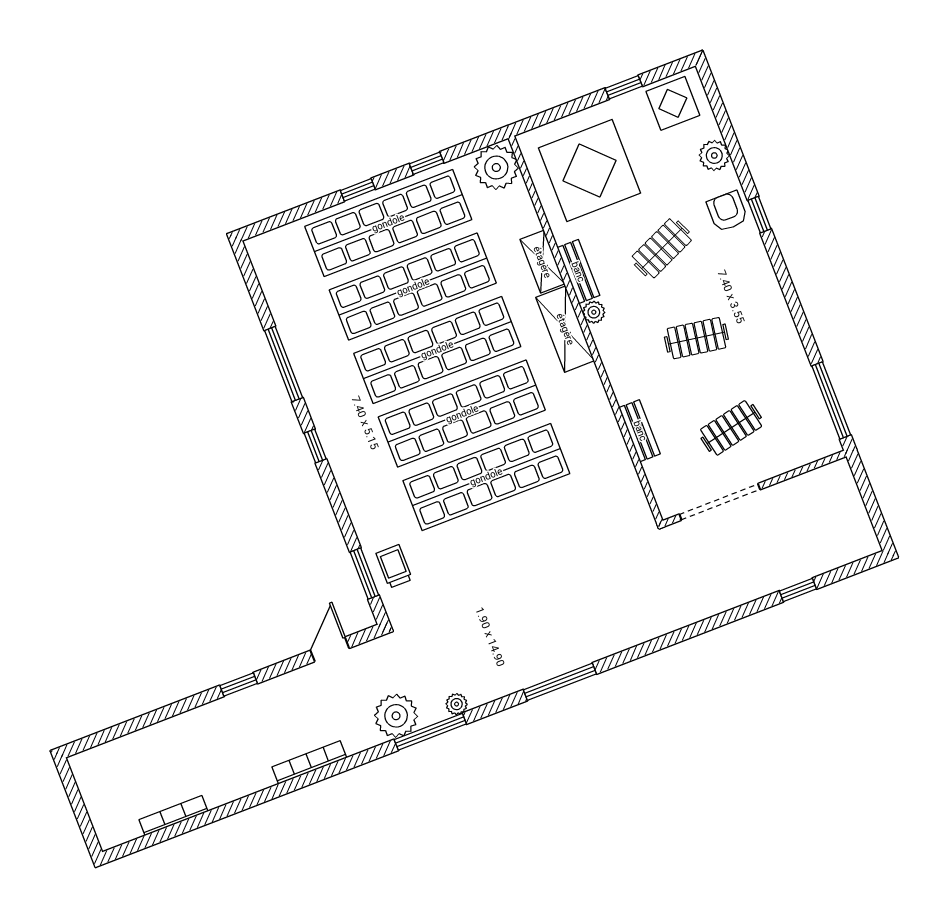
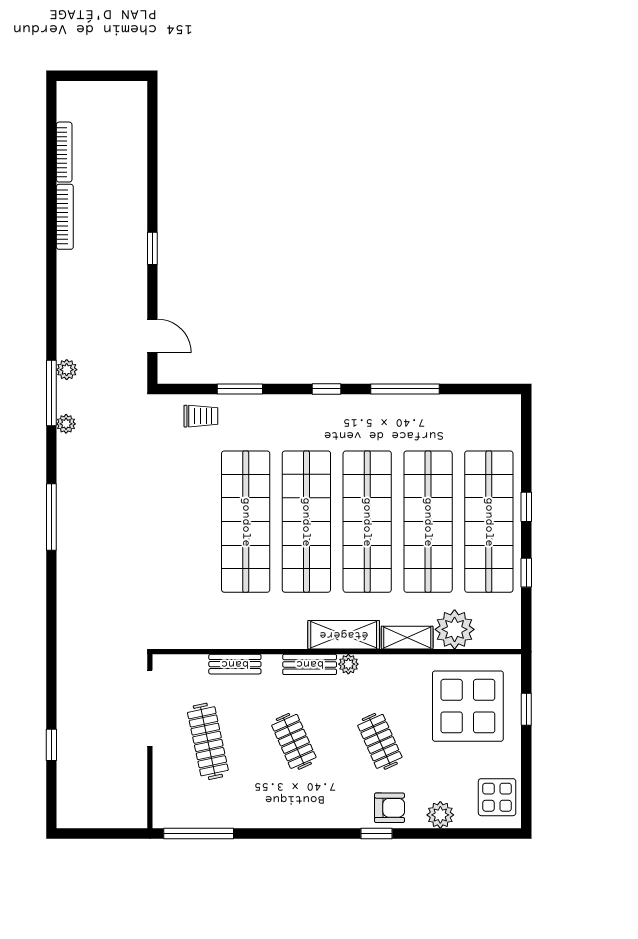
window: (624, 87) -> (526, 709), moved
plant: (496, 168) -> (455, 629), moved
bench: (578, 272) -> (310, 664), moved
clothes rail: (696, 338) -> (294, 741), turned -33
clothes rail: (731, 428) -> (208, 741), width x1.36
window: (364, 574) -> (240, 389), moved
plant: (396, 716) -> (67, 370), width x0.53, depth x0.53
bookcase: (309, 762) -> (65, 217), moved

